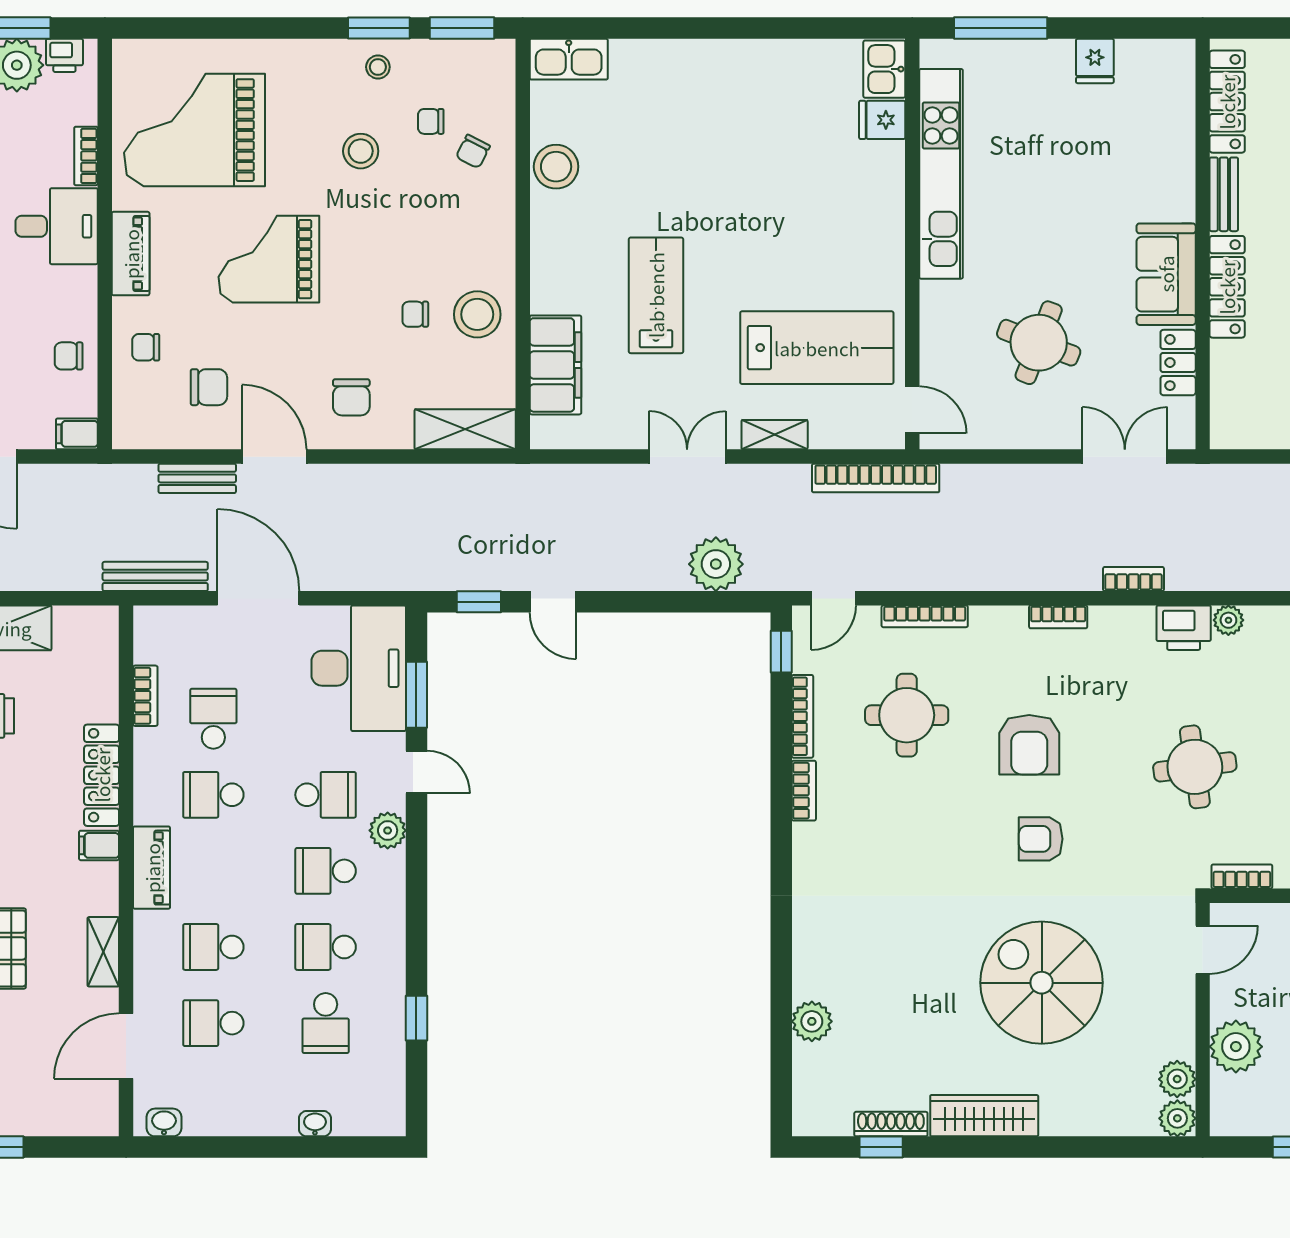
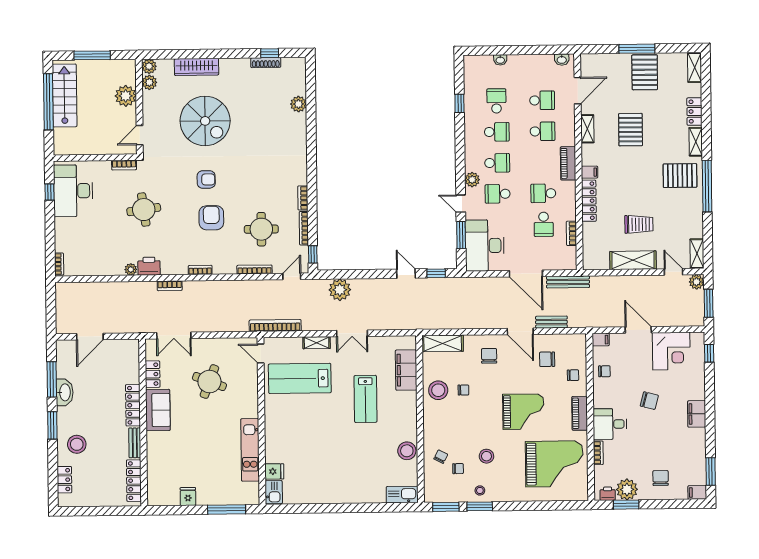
kitchen unit: (941, 174) -> (250, 450), width x0.73
school desk: (213, 795) -> (543, 193), turned 180
wardrobe: (984, 1116) -> (196, 67), moved

